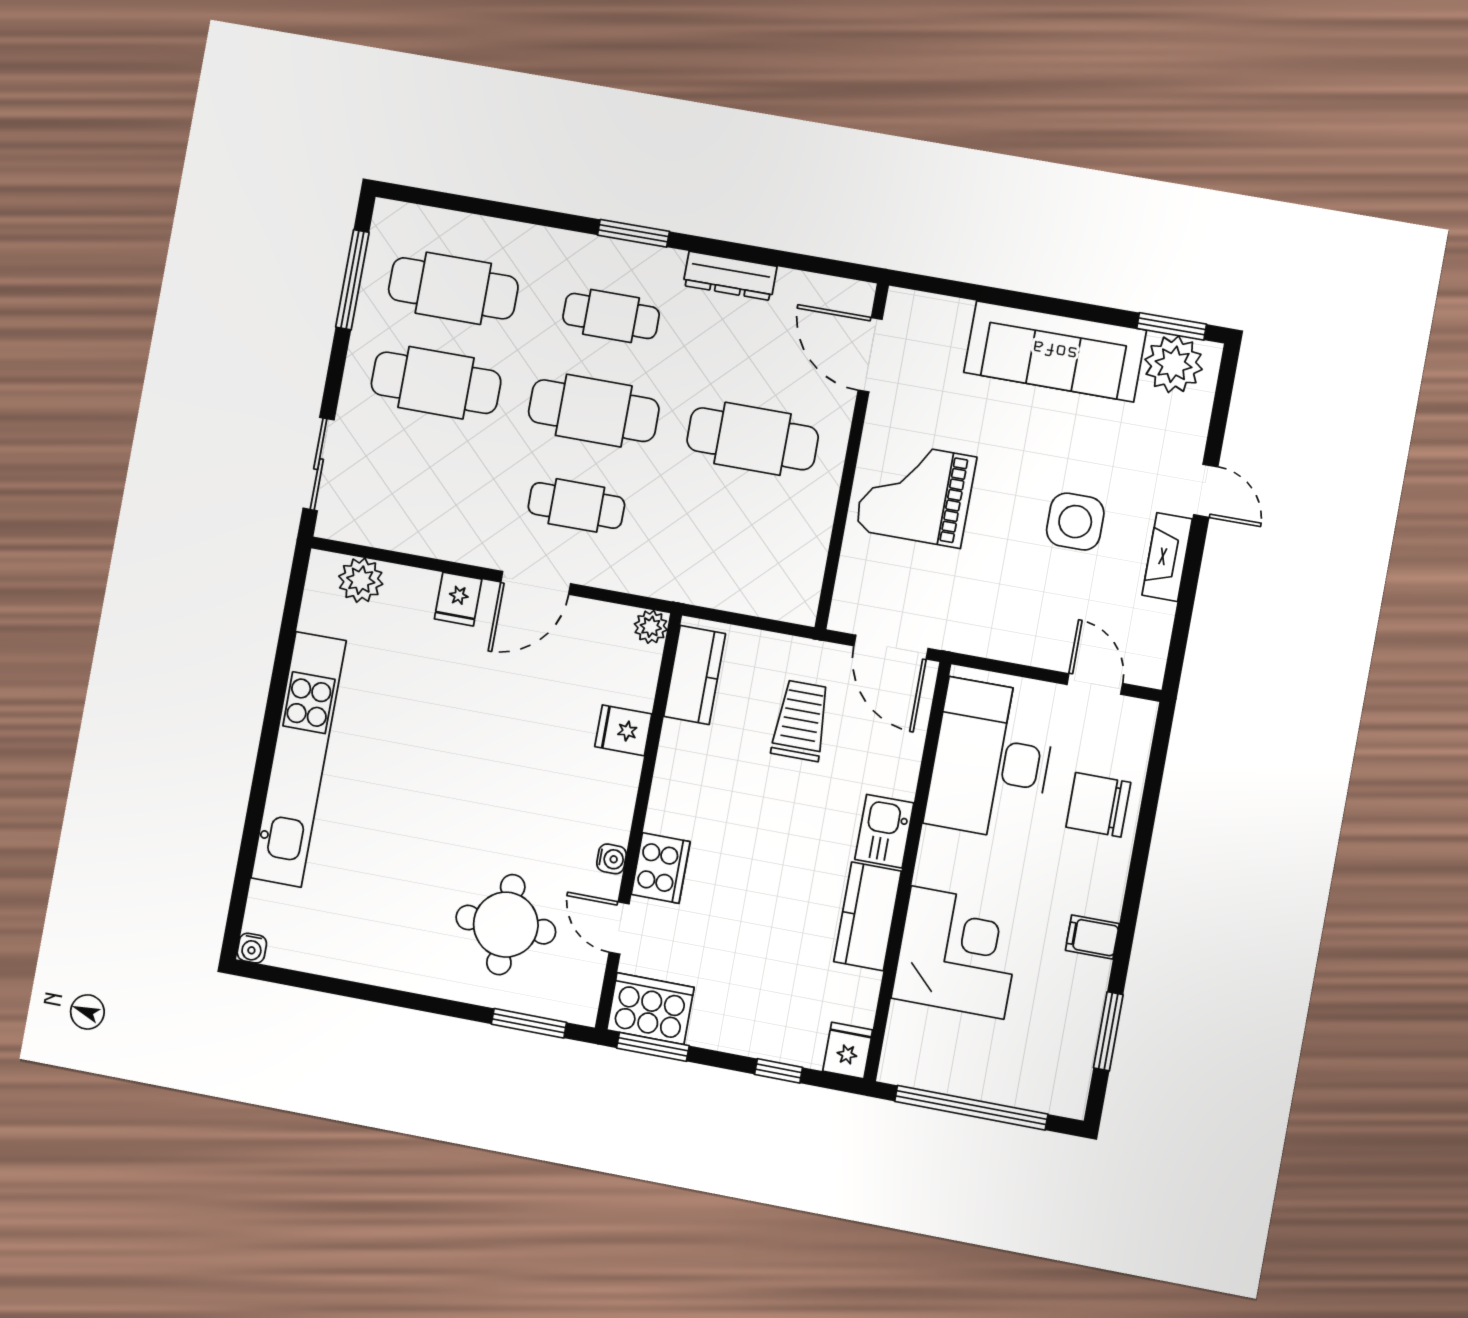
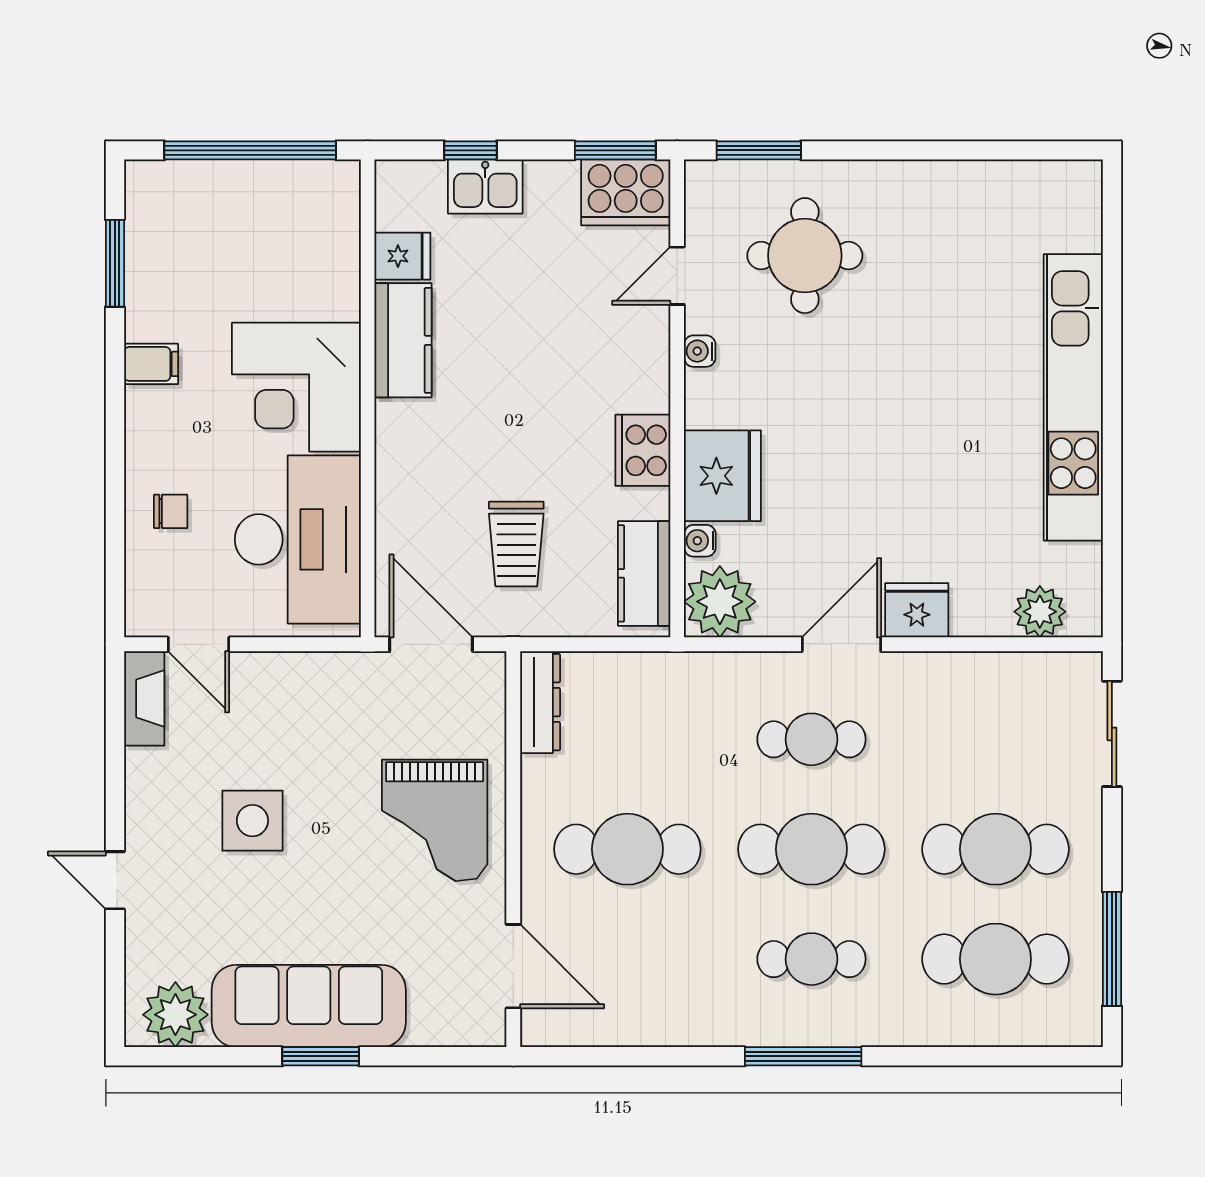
window: (633, 233) -> (803, 1056), width x1.44
dresser: (730, 276) -> (540, 702), moved, turned 90
window: (1172, 326) -> (321, 1056), moved
grand piano: (916, 493) -> (435, 820), turned 90
fireplace: (1167, 557) -> (144, 698), moved
fridge: (458, 599) -> (917, 610), width x1.38
plant: (651, 627) -> (720, 602), width x1.88, depth x1.88
fridge: (623, 730) -> (722, 476), width x1.88, depth x1.34
chair: (1098, 805) -> (171, 511), width x0.54, depth x0.54
kitchen sink: (884, 831) -> (485, 187), moved, turned 90
cooker: (661, 868) -> (643, 450), moved
door: (619, 928) -> (677, 276), swing flipped
water cooler: (252, 948) -> (700, 541), moved, turned -90
corner desk: (957, 952) -> (296, 387), moved
fridge: (848, 1051) -> (402, 256), moved, turned -90

